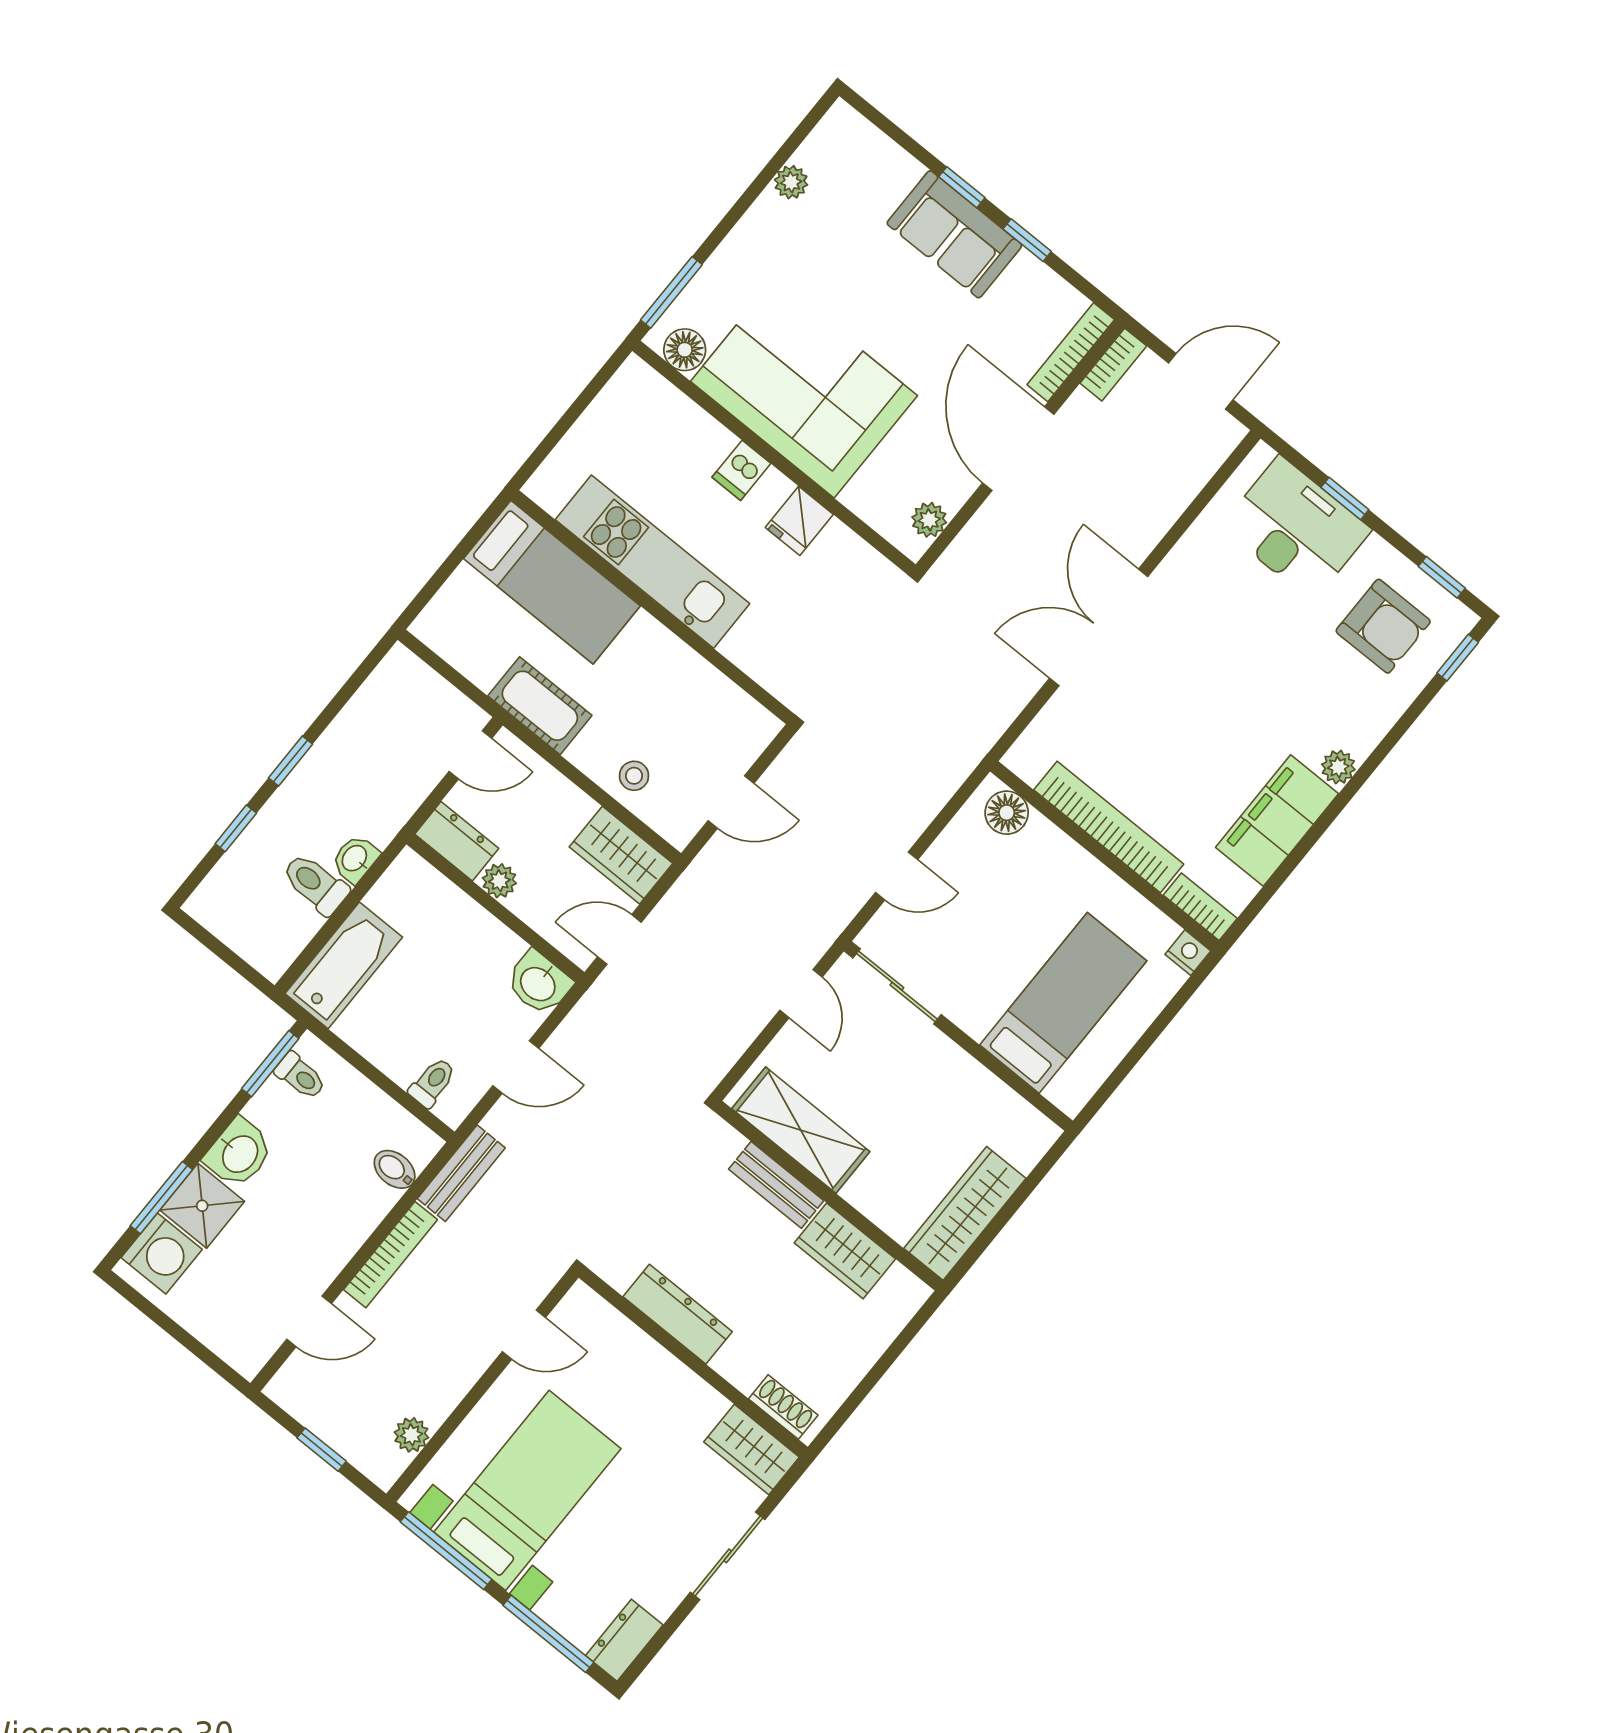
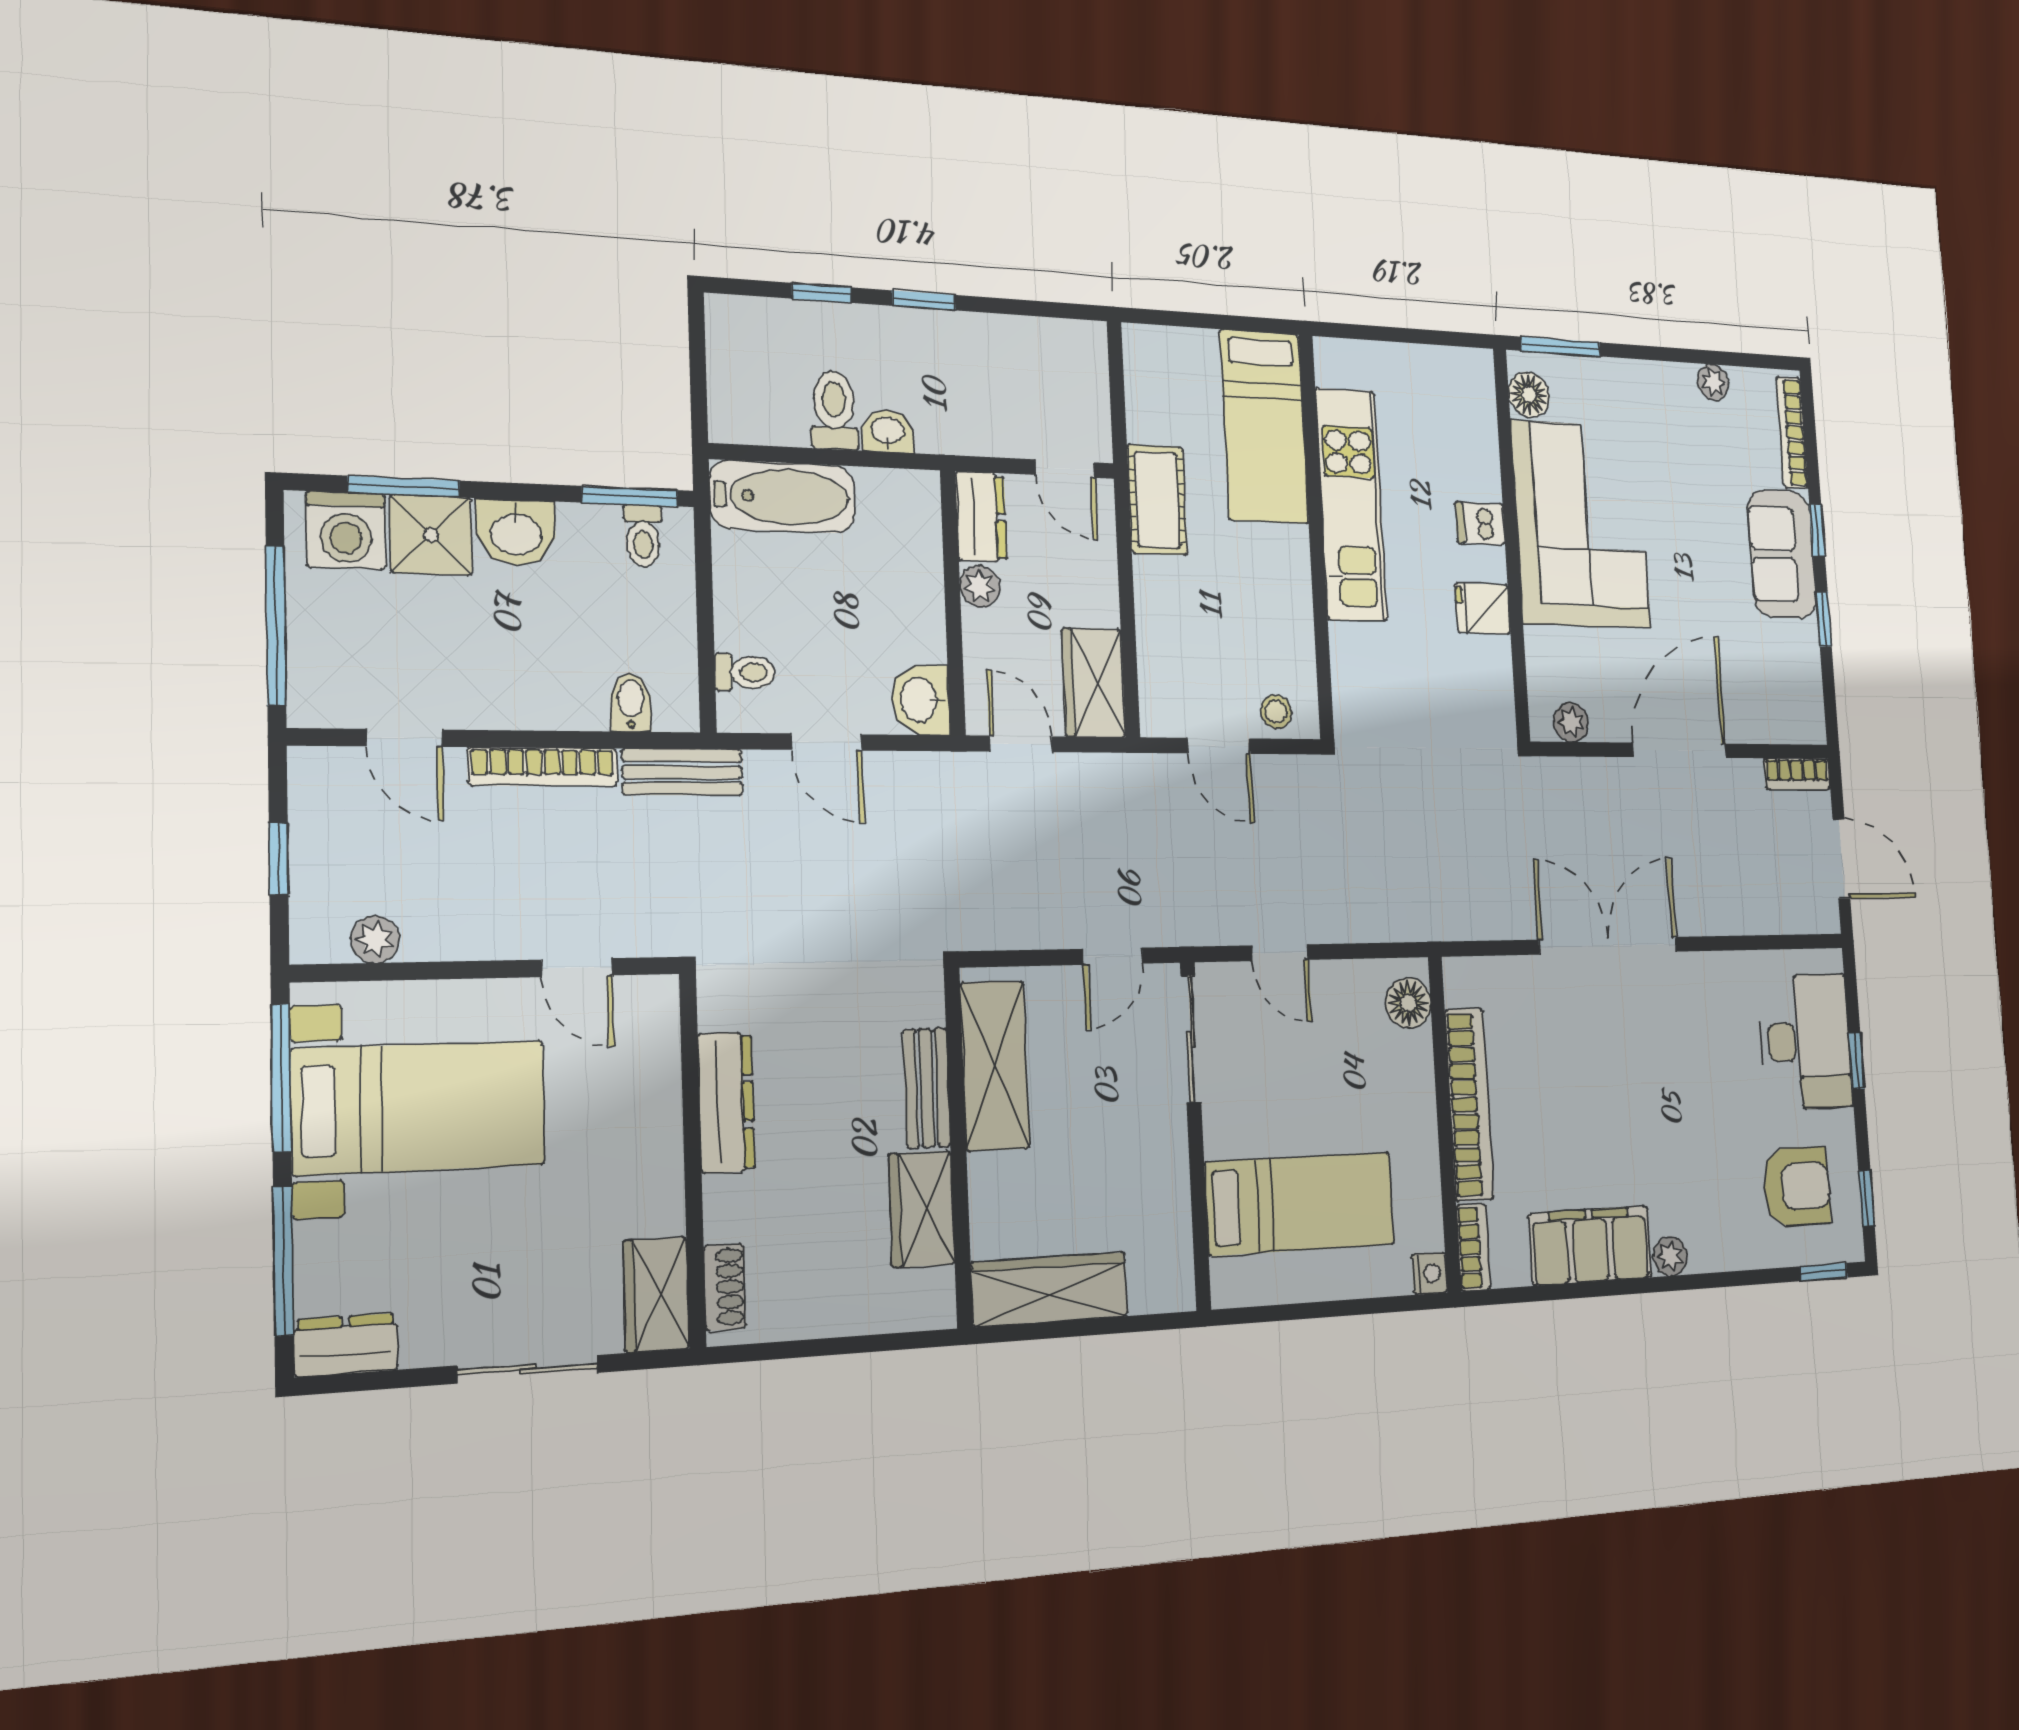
bookcase: (1071, 352) -> (1792, 433), moved, turned -90
armchair: (1383, 626) -> (1796, 1186), turned -90
stool: (634, 776) -> (1276, 712), moved
window: (187, 1340) -> (276, 626), added

